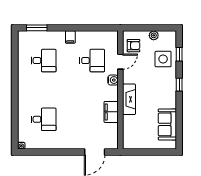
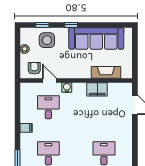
fireplace: (129, 99) -> (106, 72), moved
sofa: (167, 124) -> (96, 38), width x1.85, depth x1.27

